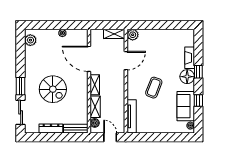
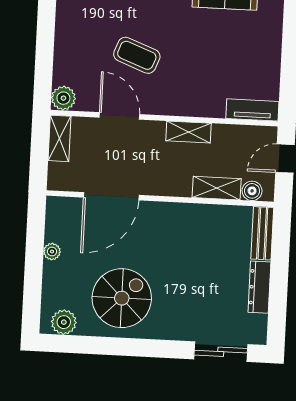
shelving: (95, 85) -> (188, 132), moved
window: (21, 86) -> (163, 349), removed
coffee table: (154, 88) -> (137, 55), moved
spiral stairs: (53, 89) -> (122, 298), moved
tv unit: (132, 116) -> (252, 110), width x0.71

